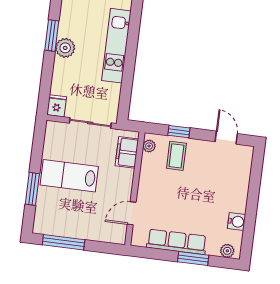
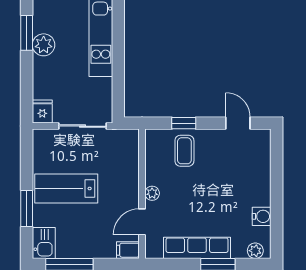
plant: (149, 146) -> (152, 193), moved
filing cabinet: (127, 152) -> (128, 250), moved, width x0.50
kitchen sink: (44, 221) -> (44, 243), added

